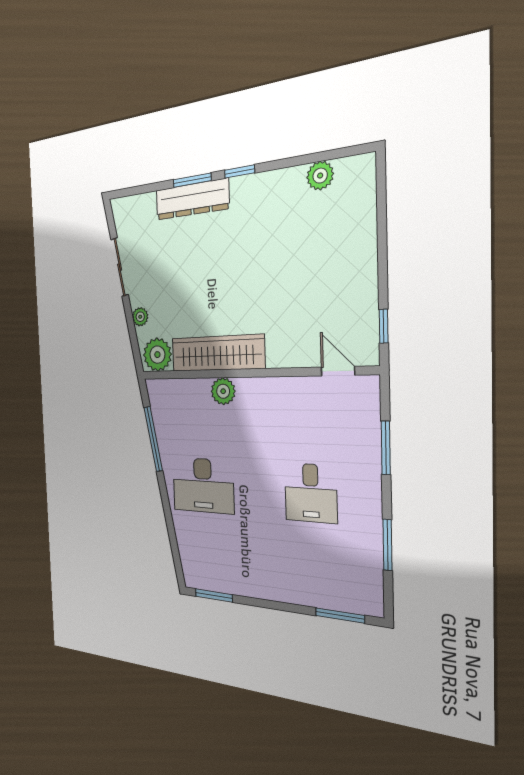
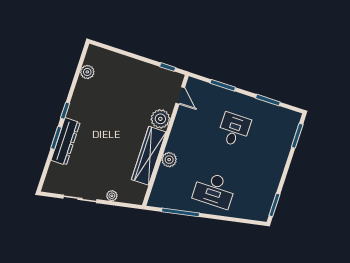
plant: (157, 355) -> (160, 119), moved
door: (338, 371) -> (180, 95), swing flipped
desk: (203, 485) -> (214, 190), turned 90
desk: (311, 493) -> (234, 130), turned -90

